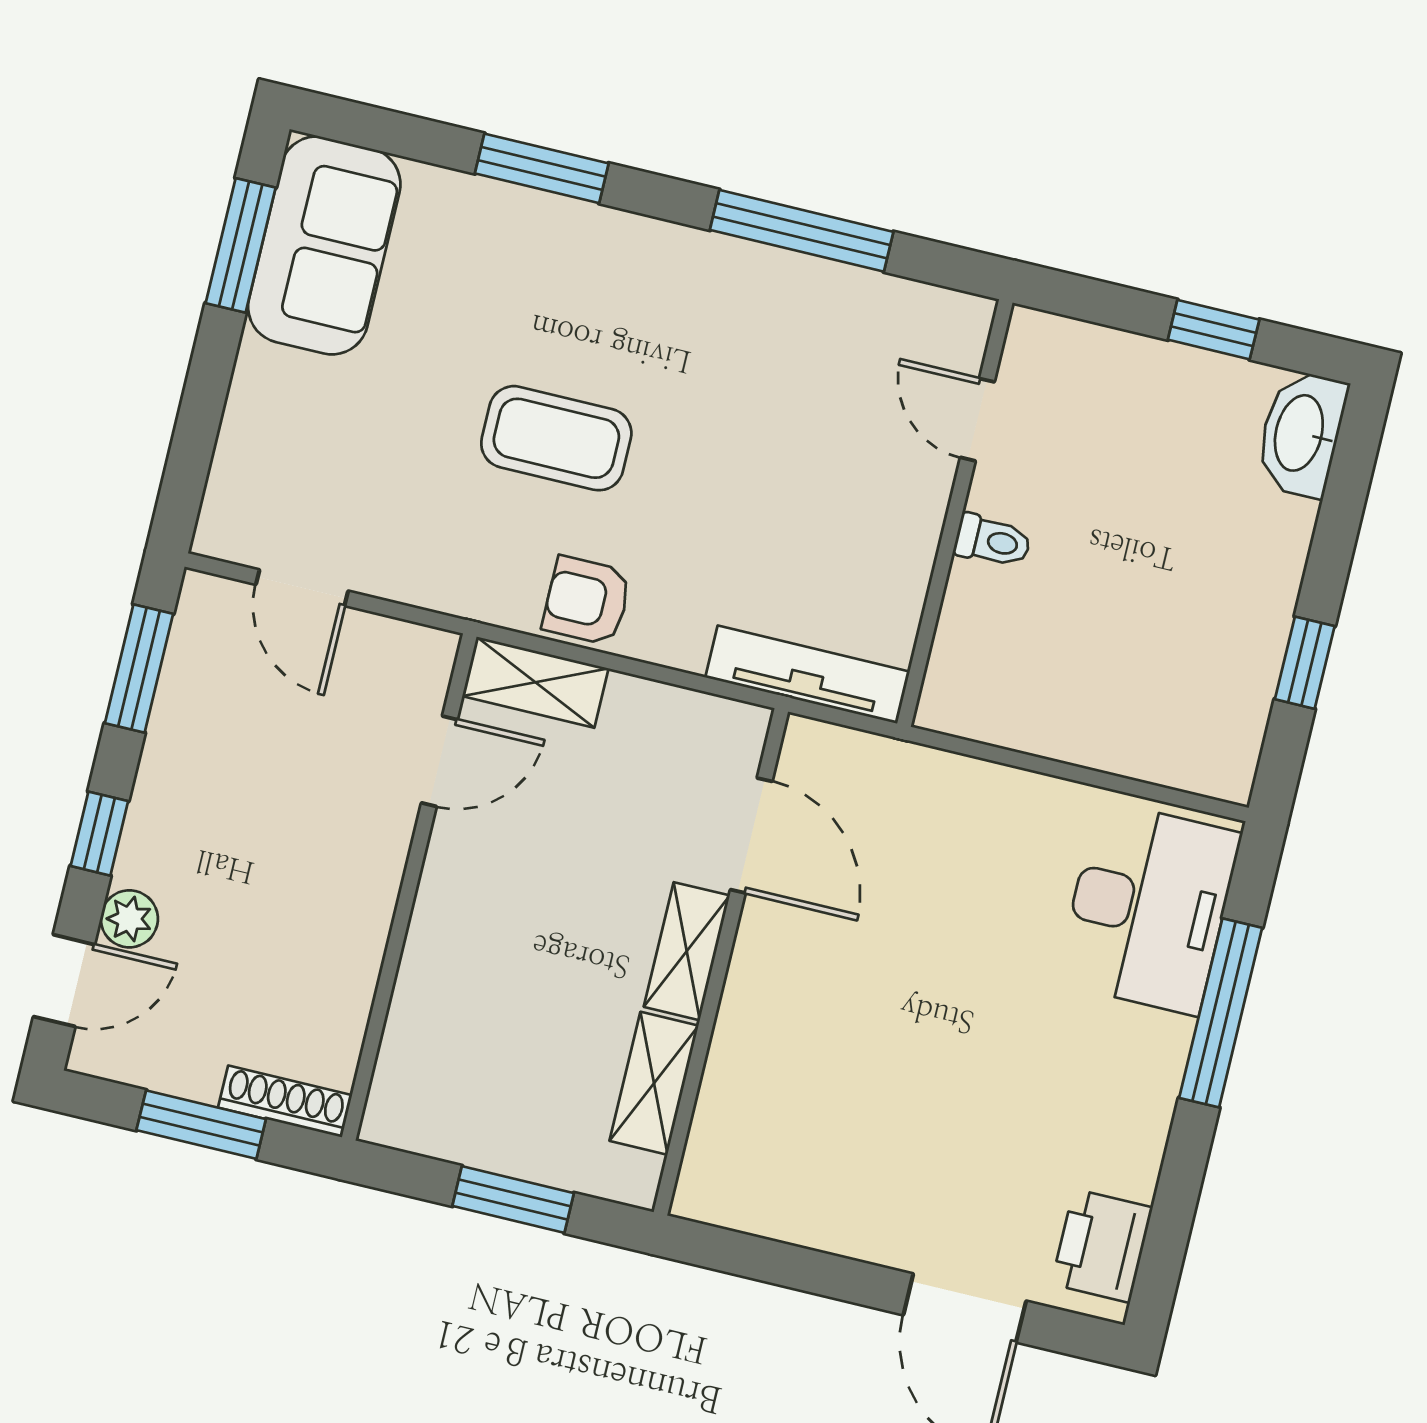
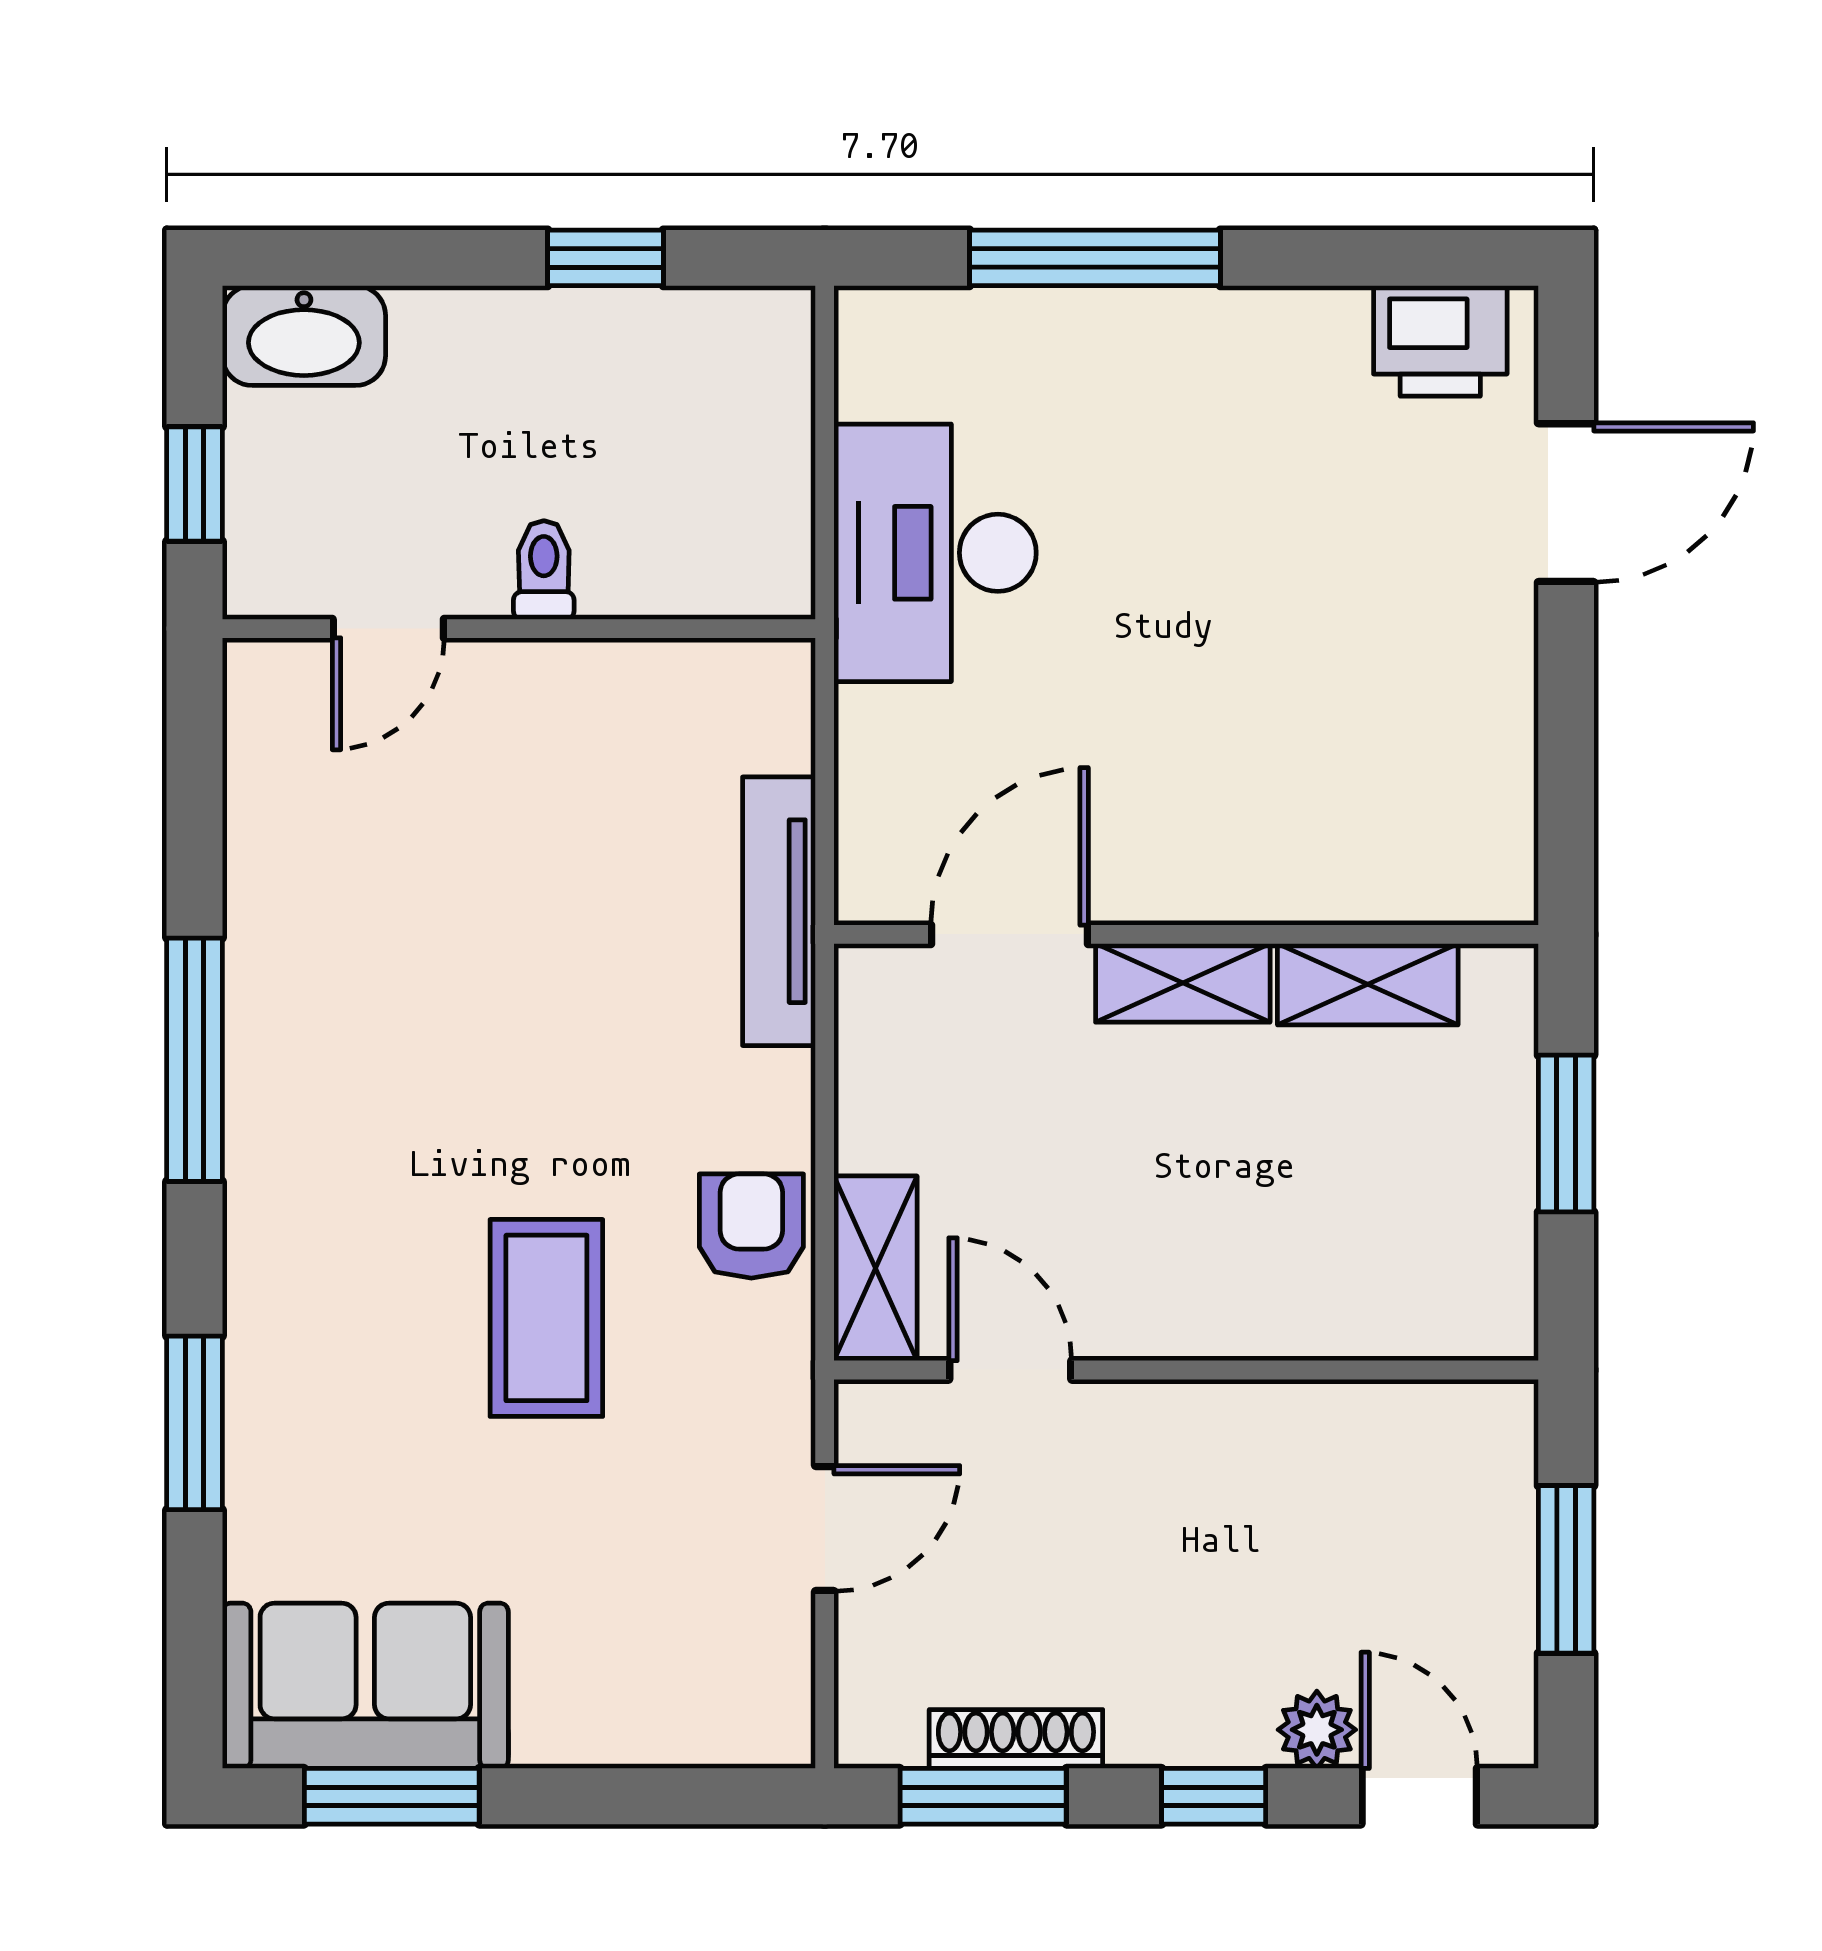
door: (977, 420) -> (388, 629), moved
wall: (955, 513) -> (519, 629), moved
toilet: (993, 541) -> (544, 570), moved
door: (302, 588) -> (825, 1529), moved
armchair: (587, 601) -> (751, 1226), turned 180
desk: (1148, 908) -> (935, 553), moved, turned -90
shoe rack: (285, 1101) -> (1016, 1739), moved, turned 90

